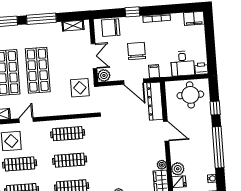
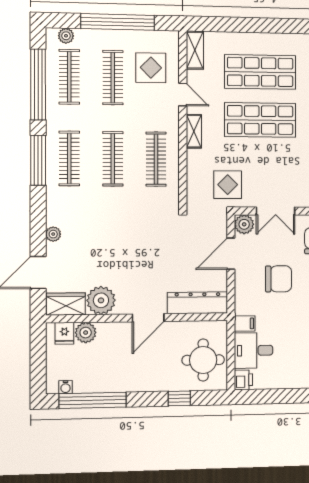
filing cabinet: (154, 71) -> (245, 324), moved
door: (134, 82) -> (231, 254), moved
shelving: (48, 111) -> (194, 131), added
window: (218, 147) -> (93, 400), moved
plant: (162, 165) -> (101, 300), width x1.88, depth x1.88

